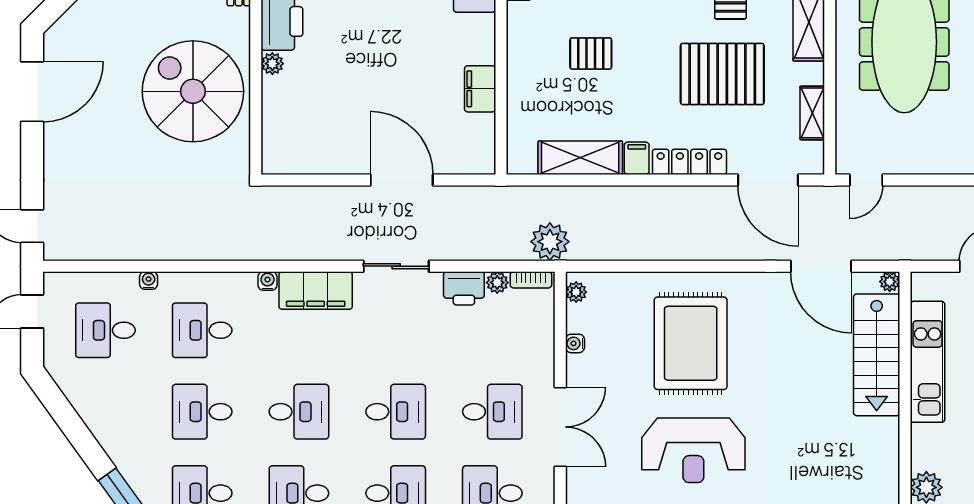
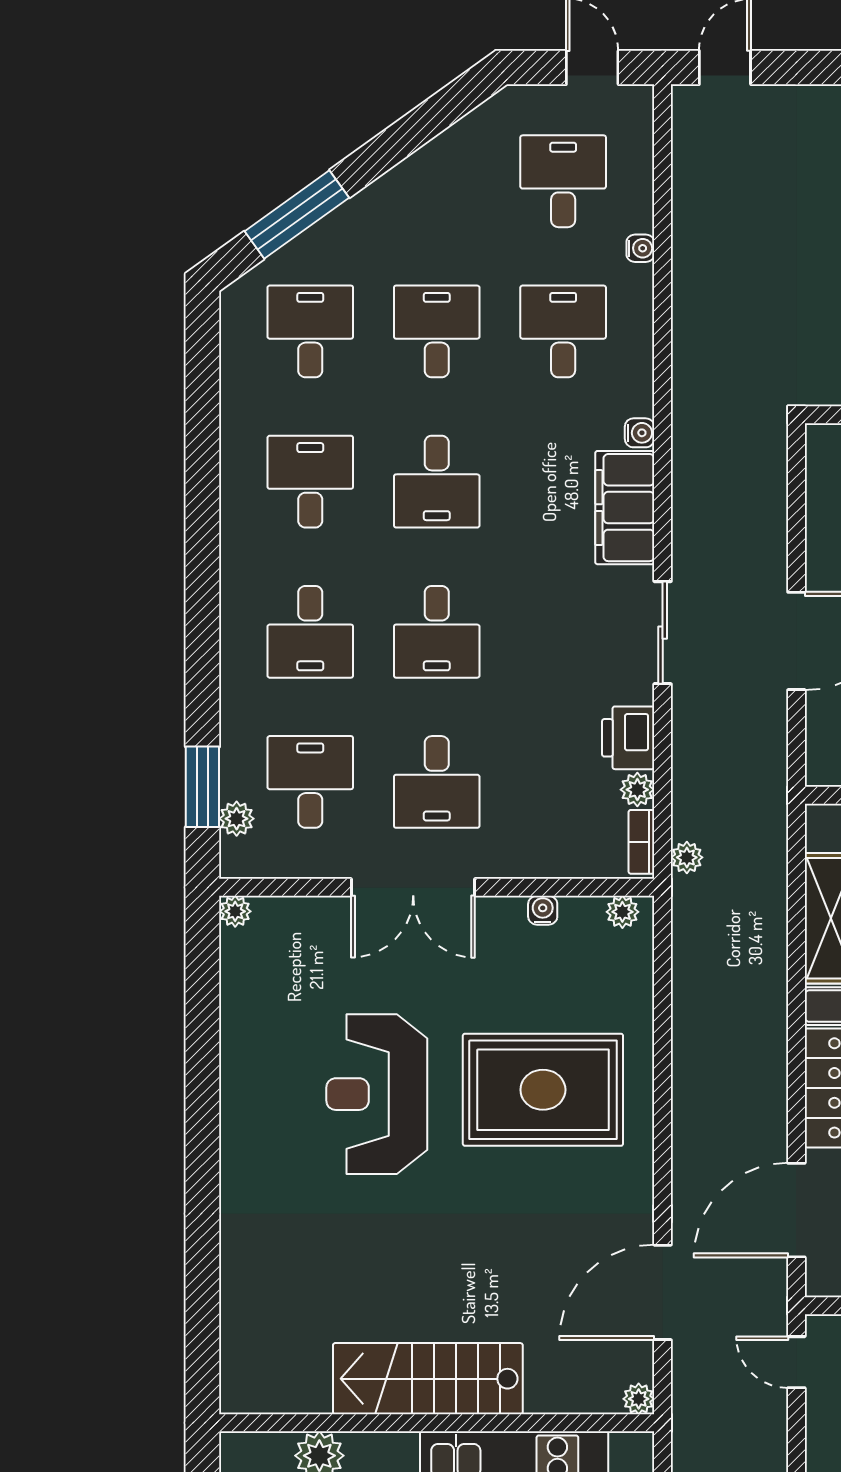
plant: (550, 242) -> (687, 857), width x0.53, depth x0.53
stairs: (877, 355) -> (428, 1379), moved

